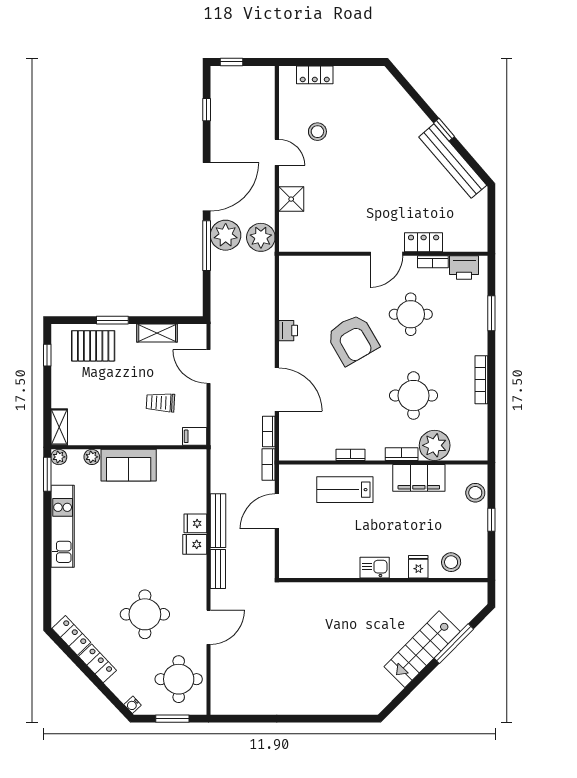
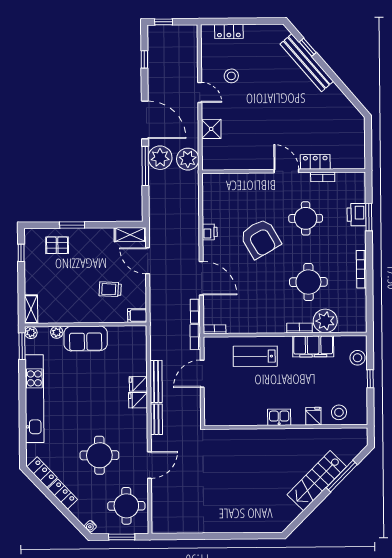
window: (444, 130) -> (308, 47), moved
bench: (453, 161) -> (307, 63), moved
door: (207, 187) -> (145, 120), hinge flipped
door: (387, 254) -> (286, 171), swing flipped
printer: (464, 267) -> (357, 215), moved, turned 90
shelving: (157, 333) -> (130, 235), moved
pallet: (93, 346) -> (57, 245), width x0.67, depth x0.71
bookcase: (351, 455) -> (215, 329), moved
kitchen unit: (63, 526) -> (34, 399), width x1.36

